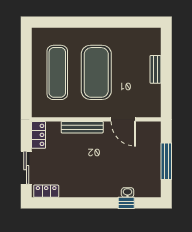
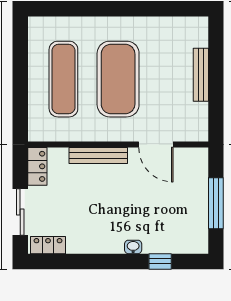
bench: (155, 69) -> (201, 75), width x1.36
washbasin: (128, 193) -> (133, 247), moved

